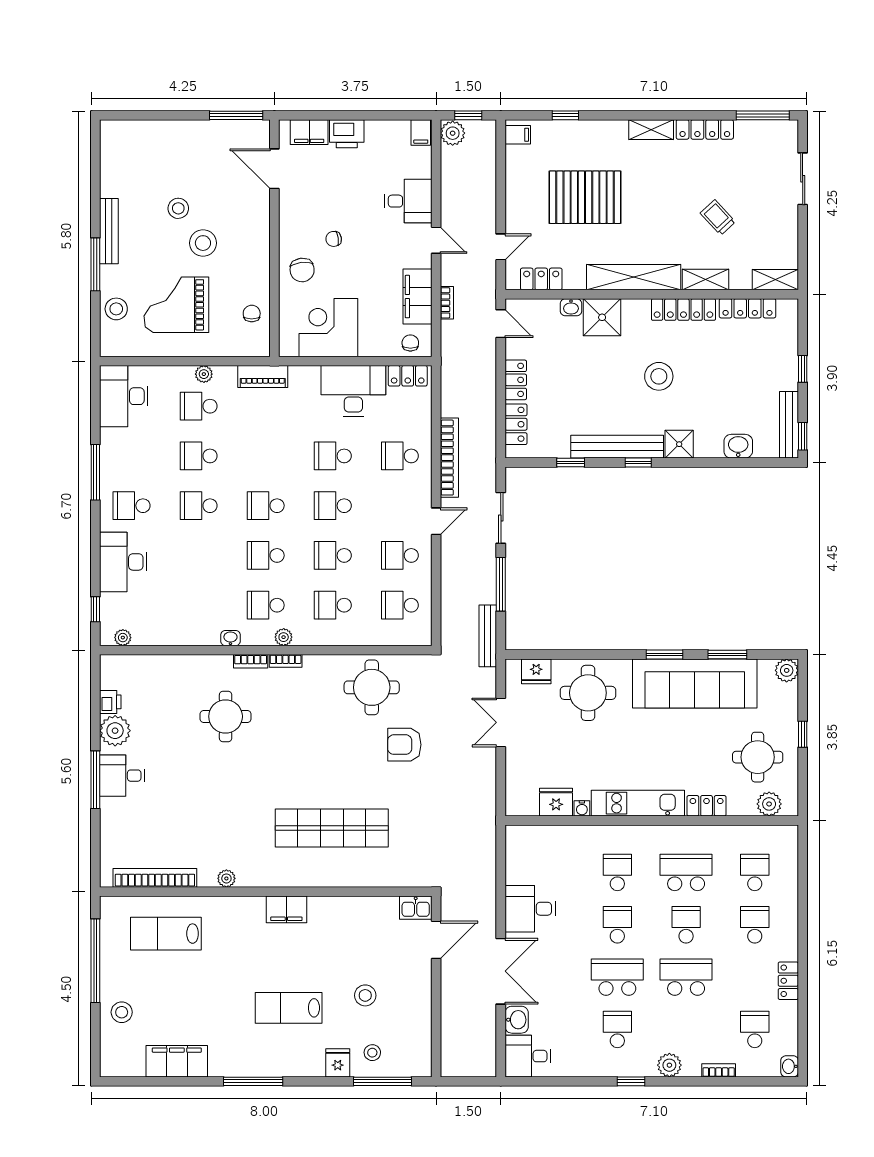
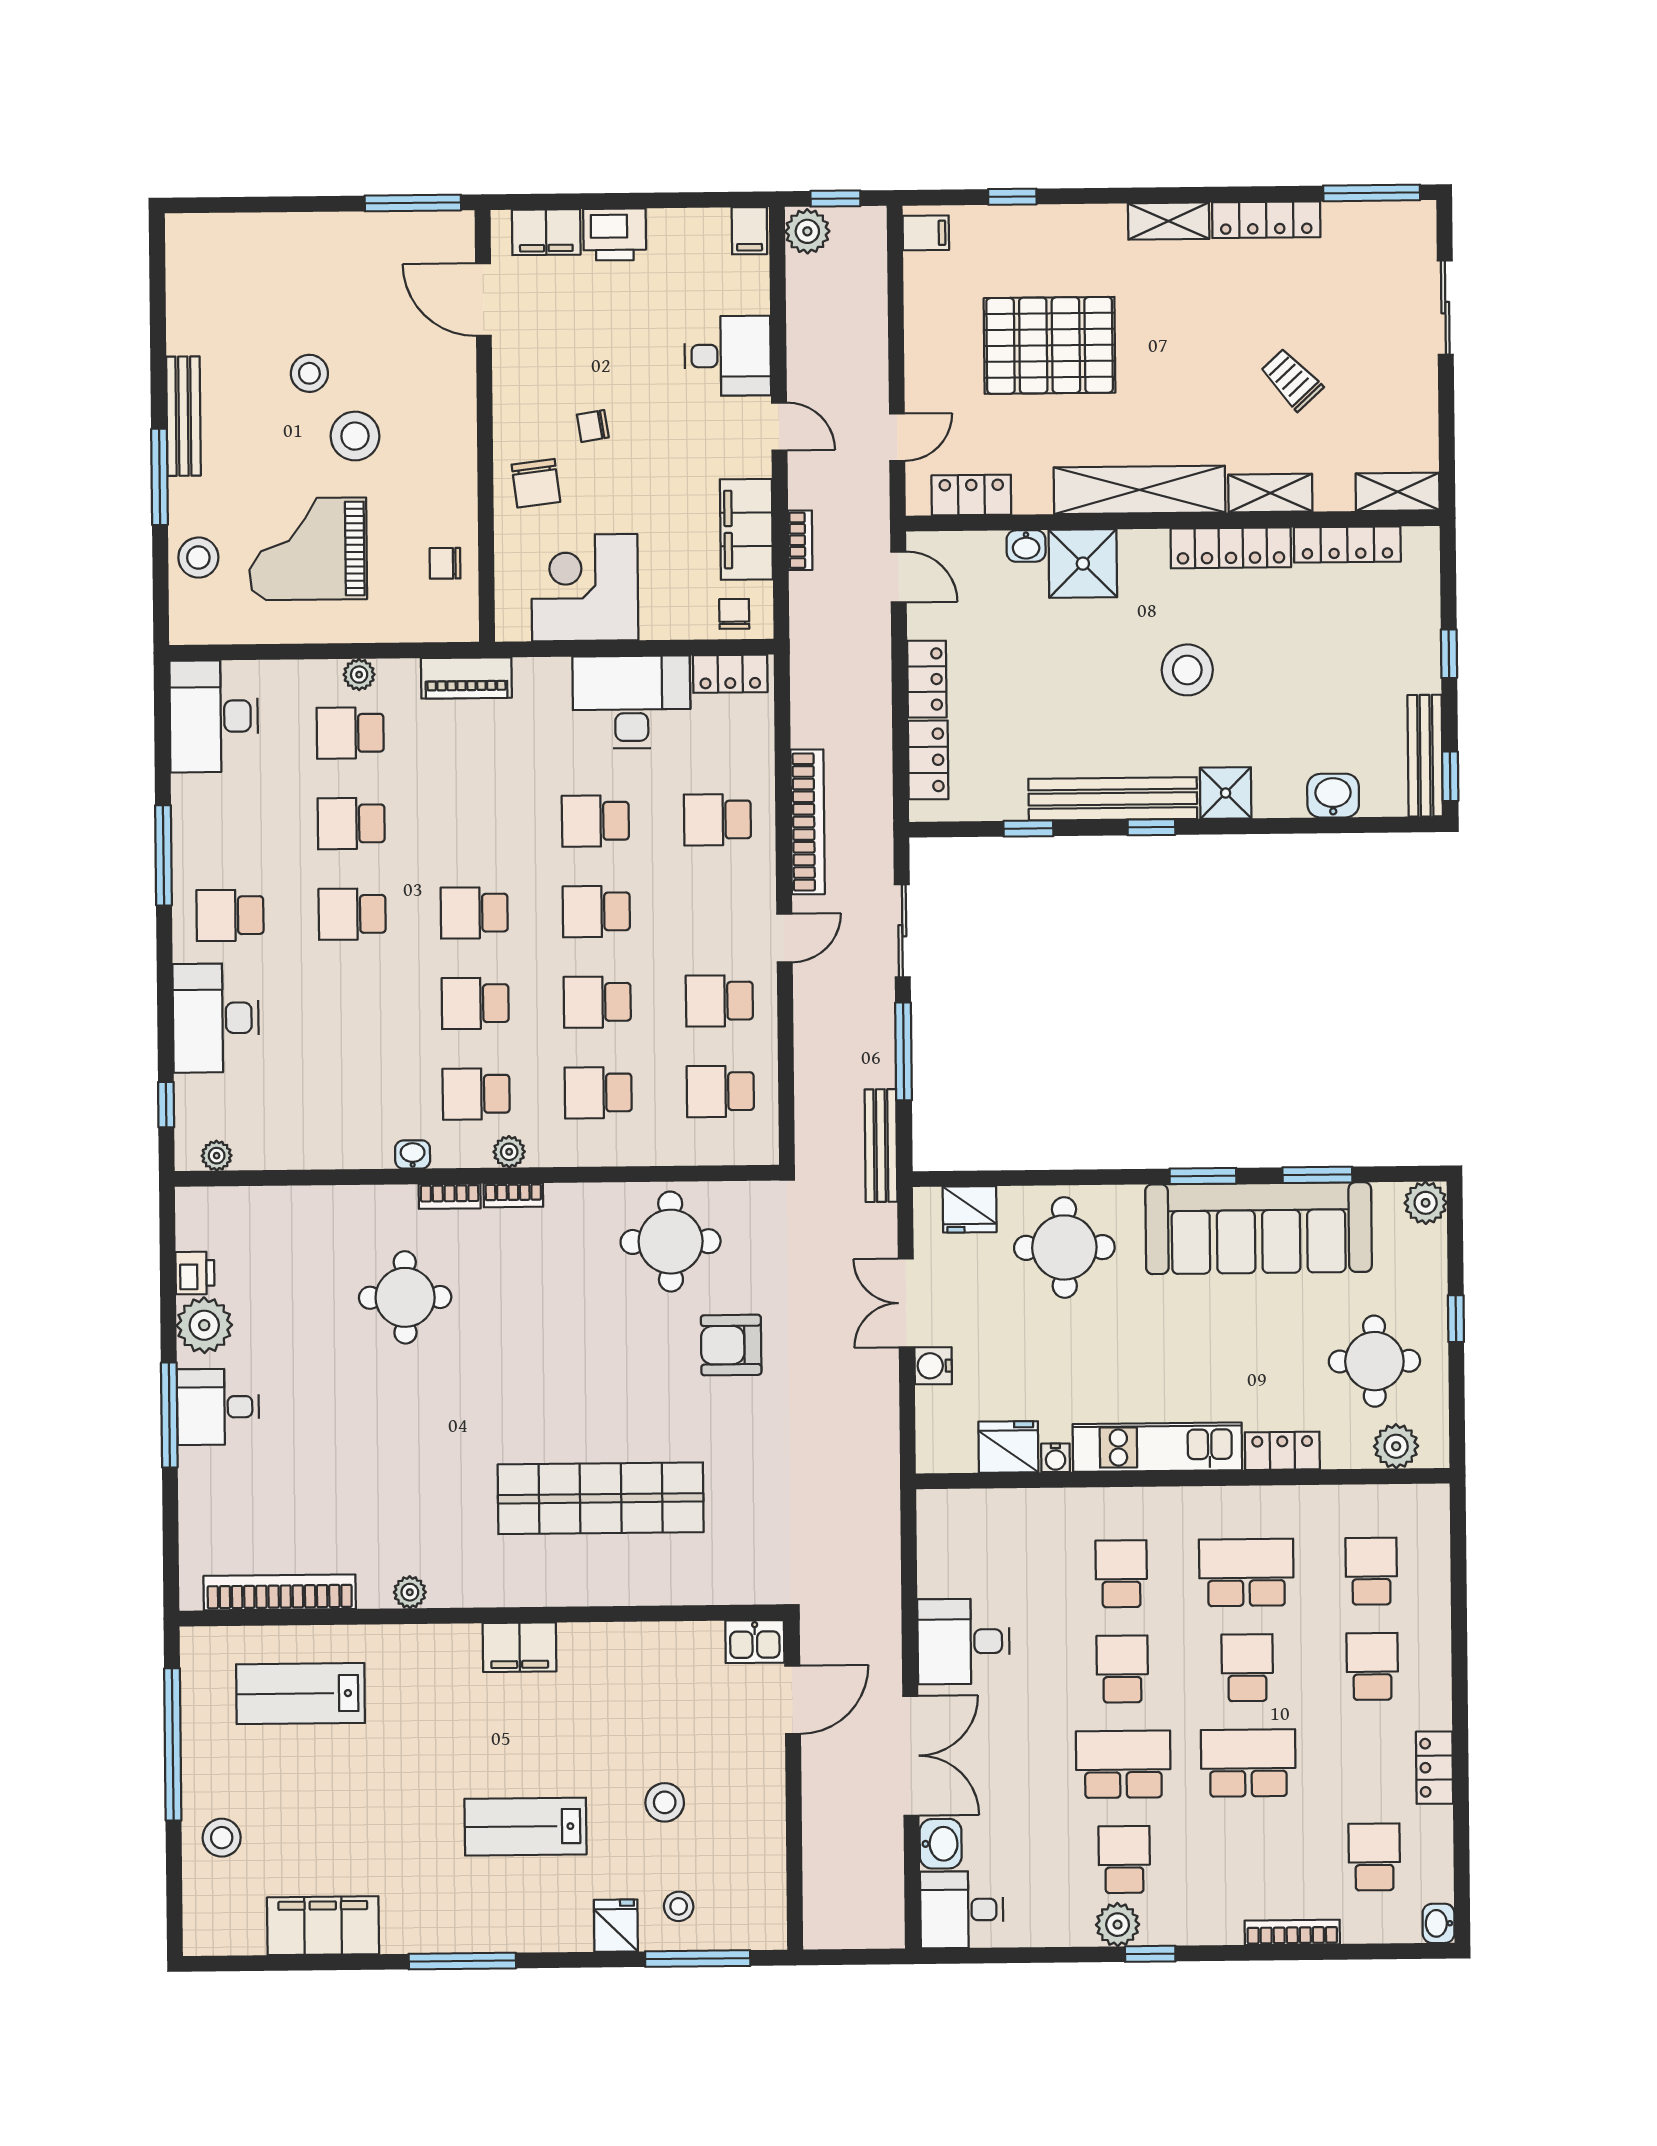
chair: (252, 313) -> (445, 563), turned -90
water cooler: (515, 757) -> (933, 1366), added
plant: (669, 1065) -> (1118, 1925), moved
bookcase: (719, 1070) -> (1292, 1932), width x1.56

